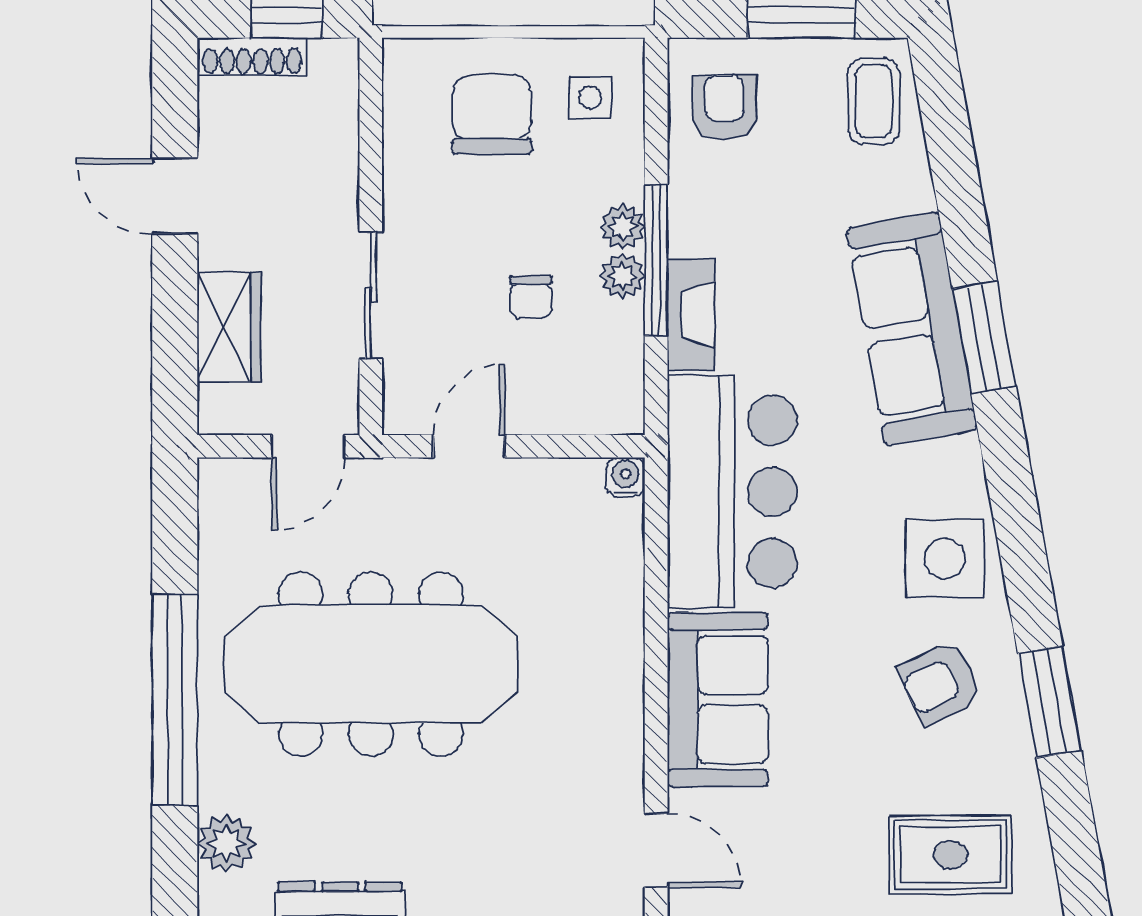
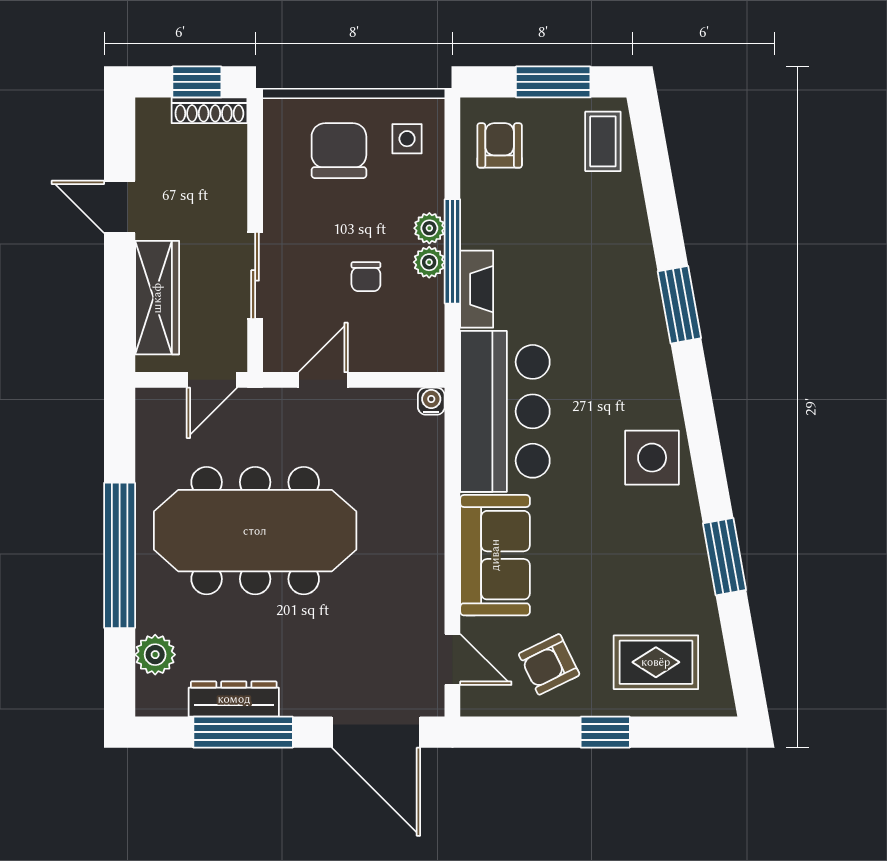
shoe rack: (252, 56) -> (209, 110), moved
wardrobe: (229, 327) -> (157, 298), width x1.50
sofa: (912, 329) -> (629, 299), removed
armchair: (940, 683) -> (549, 664), moved

